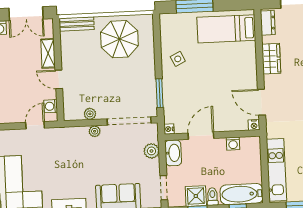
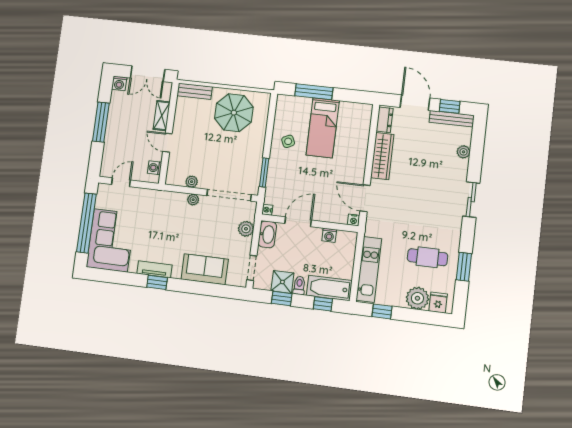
bed: (226, 29) -> (323, 128), moved, turned -90
wardrobe: (271, 59) -> (382, 156), width x1.50
door: (35, 125) -> (121, 182), moved

